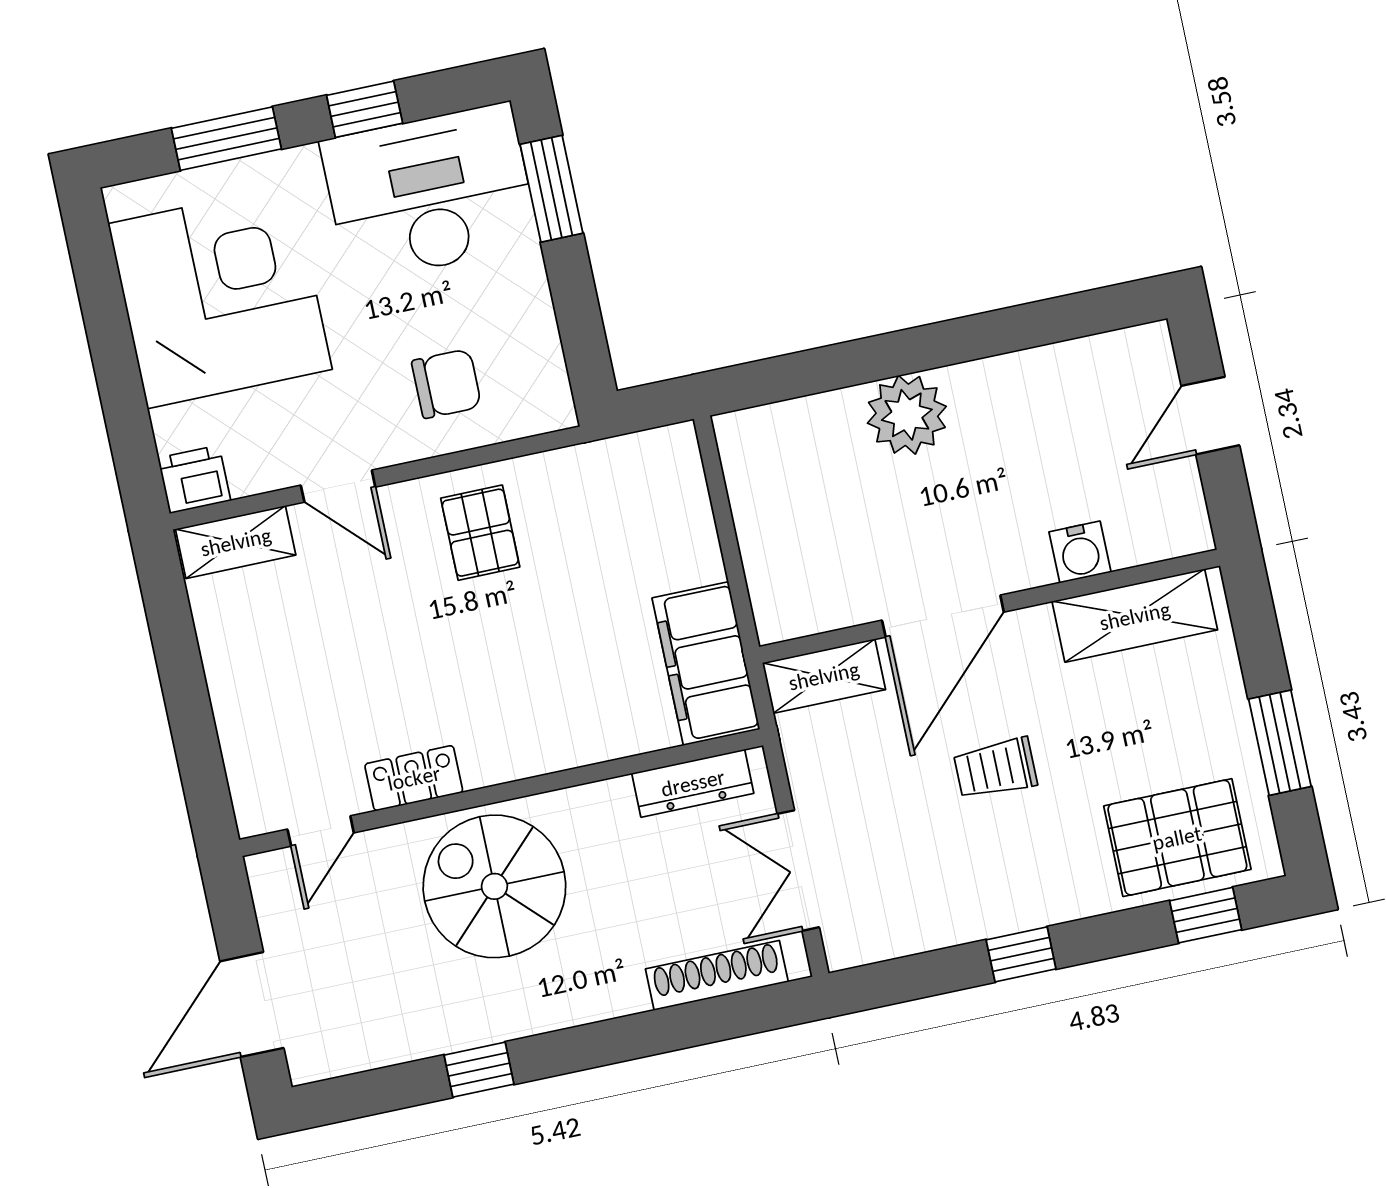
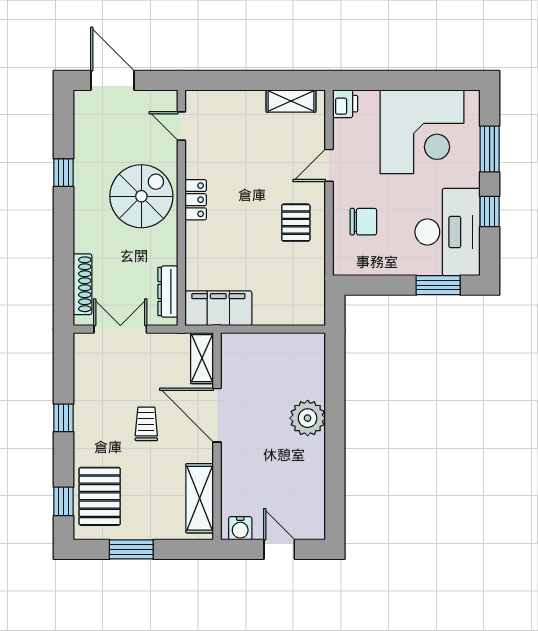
chair: (446, 384) -> (363, 222), turned -90
pallet: (480, 533) -> (296, 223), turned 90
shelving: (236, 542) -> (291, 101), moved, turned 90
water cooler: (1080, 552) -> (240, 528), moved, turned -90
locker: (414, 778) -> (196, 200), moved

